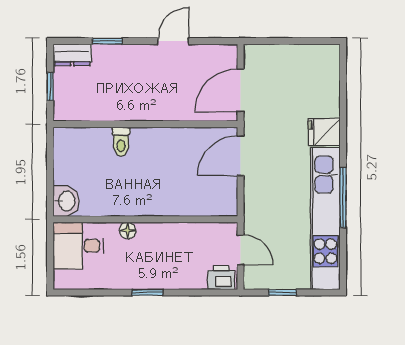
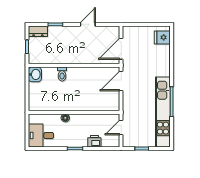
fridge: (324, 132) -> (162, 37), moved
washbasin: (66, 201) -> (35, 74), moved
desk: (78, 246) -> (41, 135), moved
door: (241, 250) -> (121, 127), swing flipped
printer: (221, 278) -> (94, 141), moved

